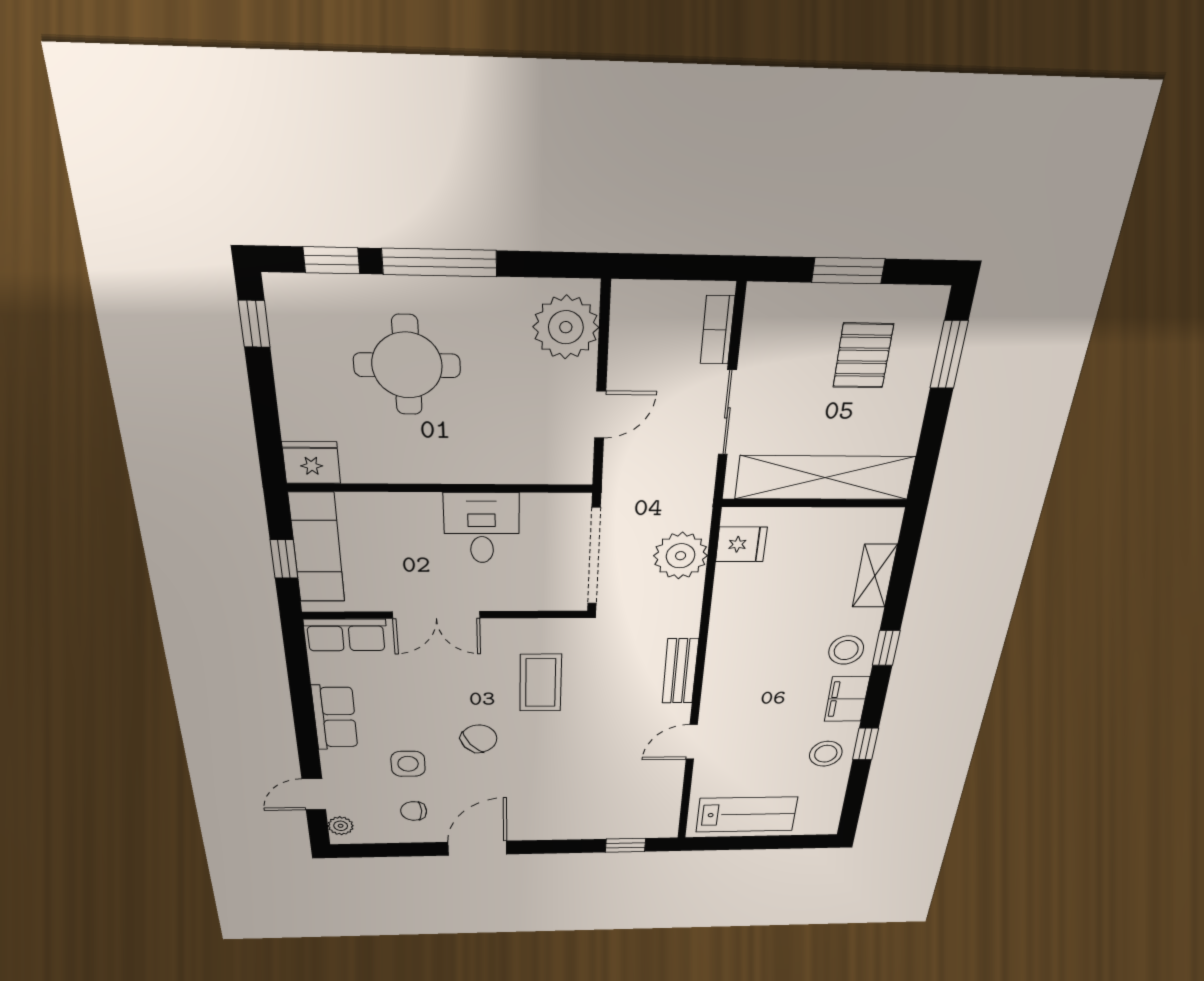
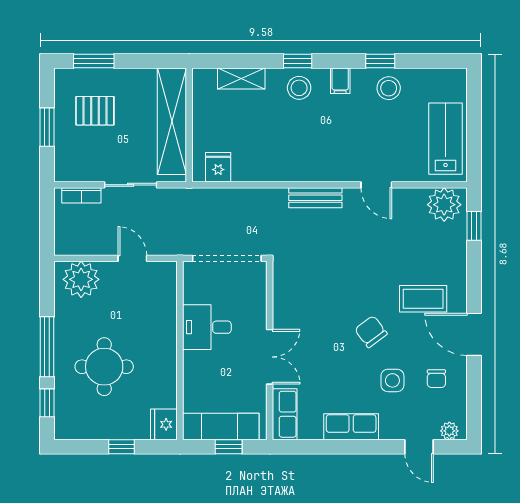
window: (254, 324) -> (122, 447), moved
plant: (681, 556) -> (444, 205), moved
coffee table: (541, 683) -> (423, 299), moved
filing cabinet: (847, 699) -> (340, 81), width x0.50

